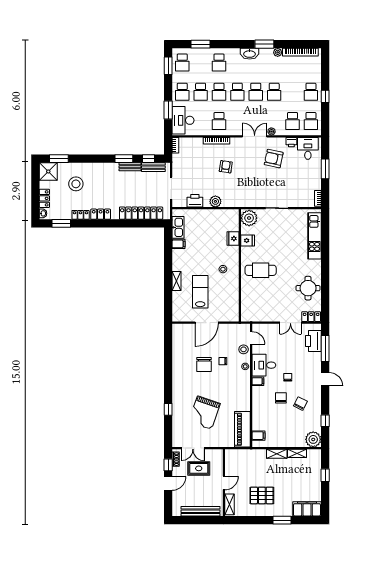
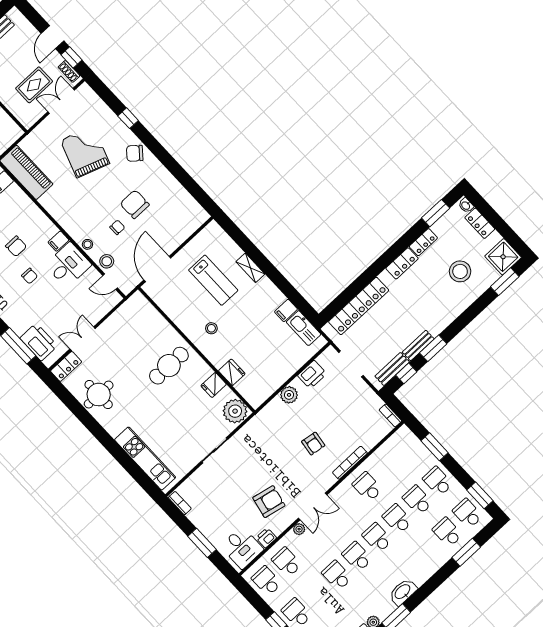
school desk: (219, 62) -> (447, 532), moved
desk: (183, 120) -> (408, 451), removed
door: (207, 323) -> (157, 269), moved
chair: (181, 389) -> (135, 153), added

